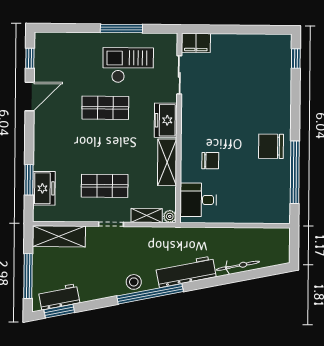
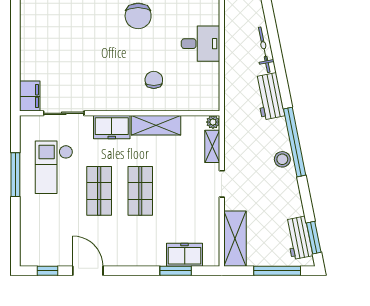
shop shelf: (105, 186) -> (140, 191), moved
desk: (198, 200) -> (201, 44), moved, turned -90
workbench: (186, 272) -> (269, 96), width x0.73

